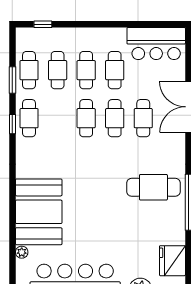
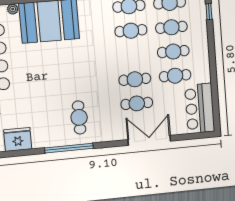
cafe table: (86, 118) -> (131, 31), moved
cafe table: (153, 187) -> (79, 117), width x0.73, depth x0.74

